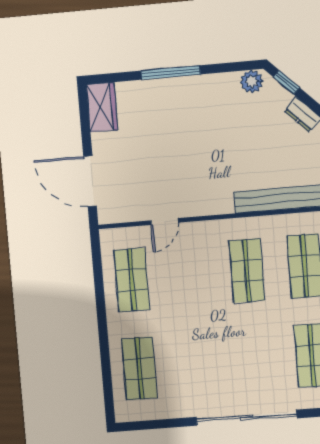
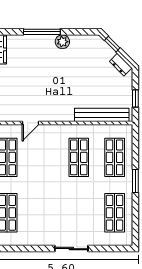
plant: (252, 81) -> (62, 42), moved
sliding door: (247, 418) -> (71, 249), width x0.54

